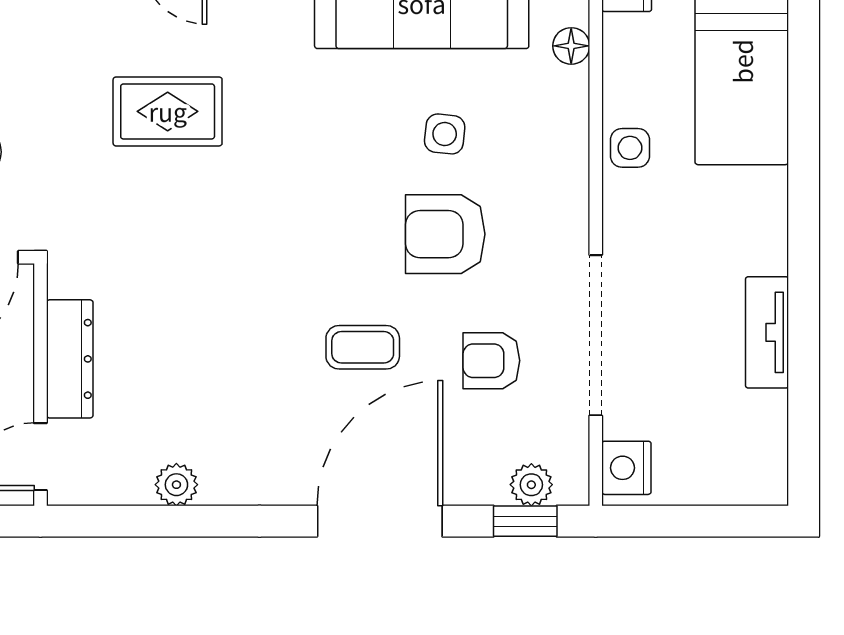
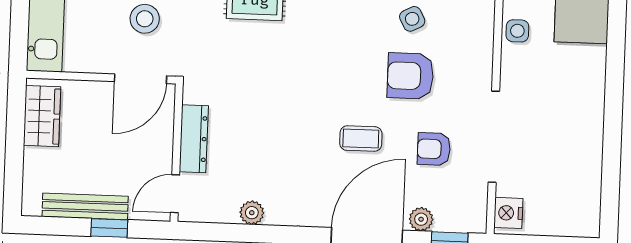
side table: (445, 134) -> (412, 19), turned -33
tv unit: (767, 332) -> (591, 139), removed
plant: (531, 485) -> (421, 219), moved

